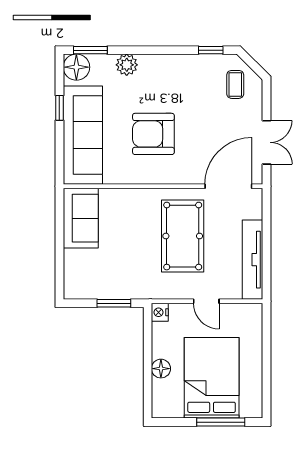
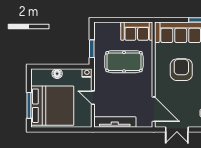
pool table: (183, 236) -> (124, 62), moved
door: (206, 301) -> (93, 98), hinge flipped
bed: (212, 378) -> (52, 106), width x1.36

